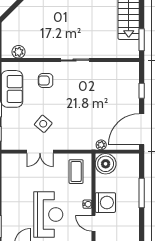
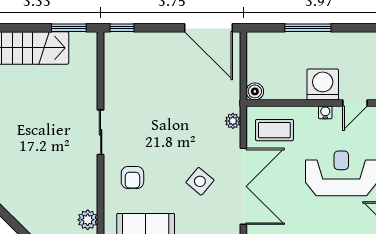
window: (142, 91) -> (122, 28), moved
plant: (101, 145) -> (233, 121), moved
double door: (40, 152) -> (243, 186), width x1.87
boiler: (106, 164) -> (255, 91), width x0.54, depth x0.54

